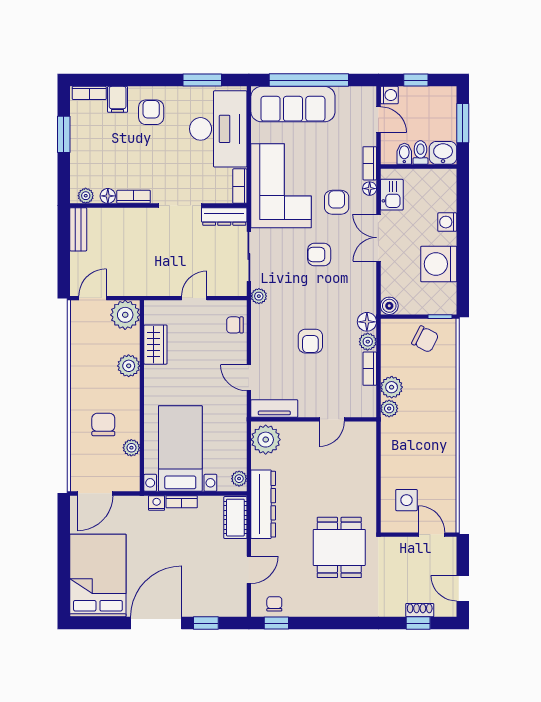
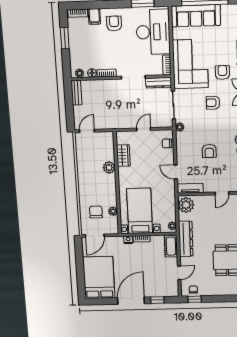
plant: (125, 315) -> (106, 140), removed
chair: (103, 424) -> (96, 212), moved

